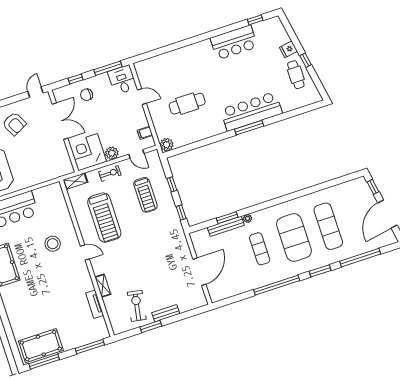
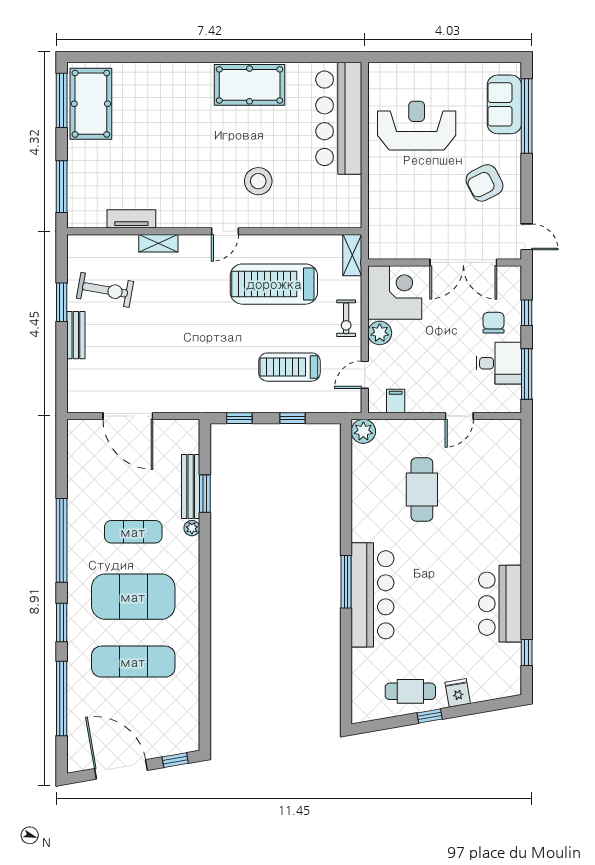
desk: (122, 80) -> (499, 363), moved

